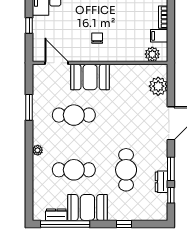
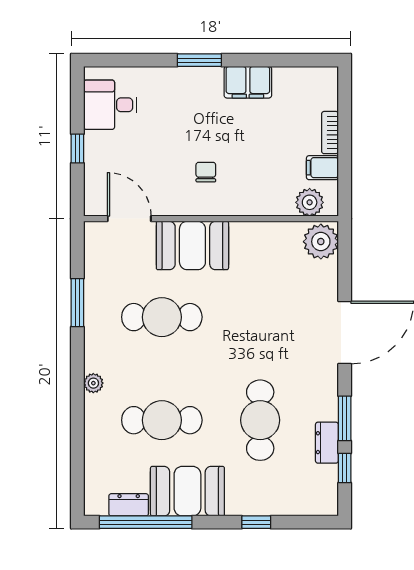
plant: (158, 86) -> (321, 242), moved

